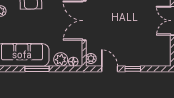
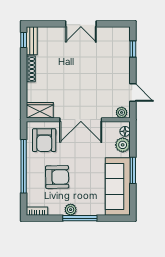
door: (110, 69) -> (133, 92), swing flipped
window: (133, 69) -> (133, 49), moved

